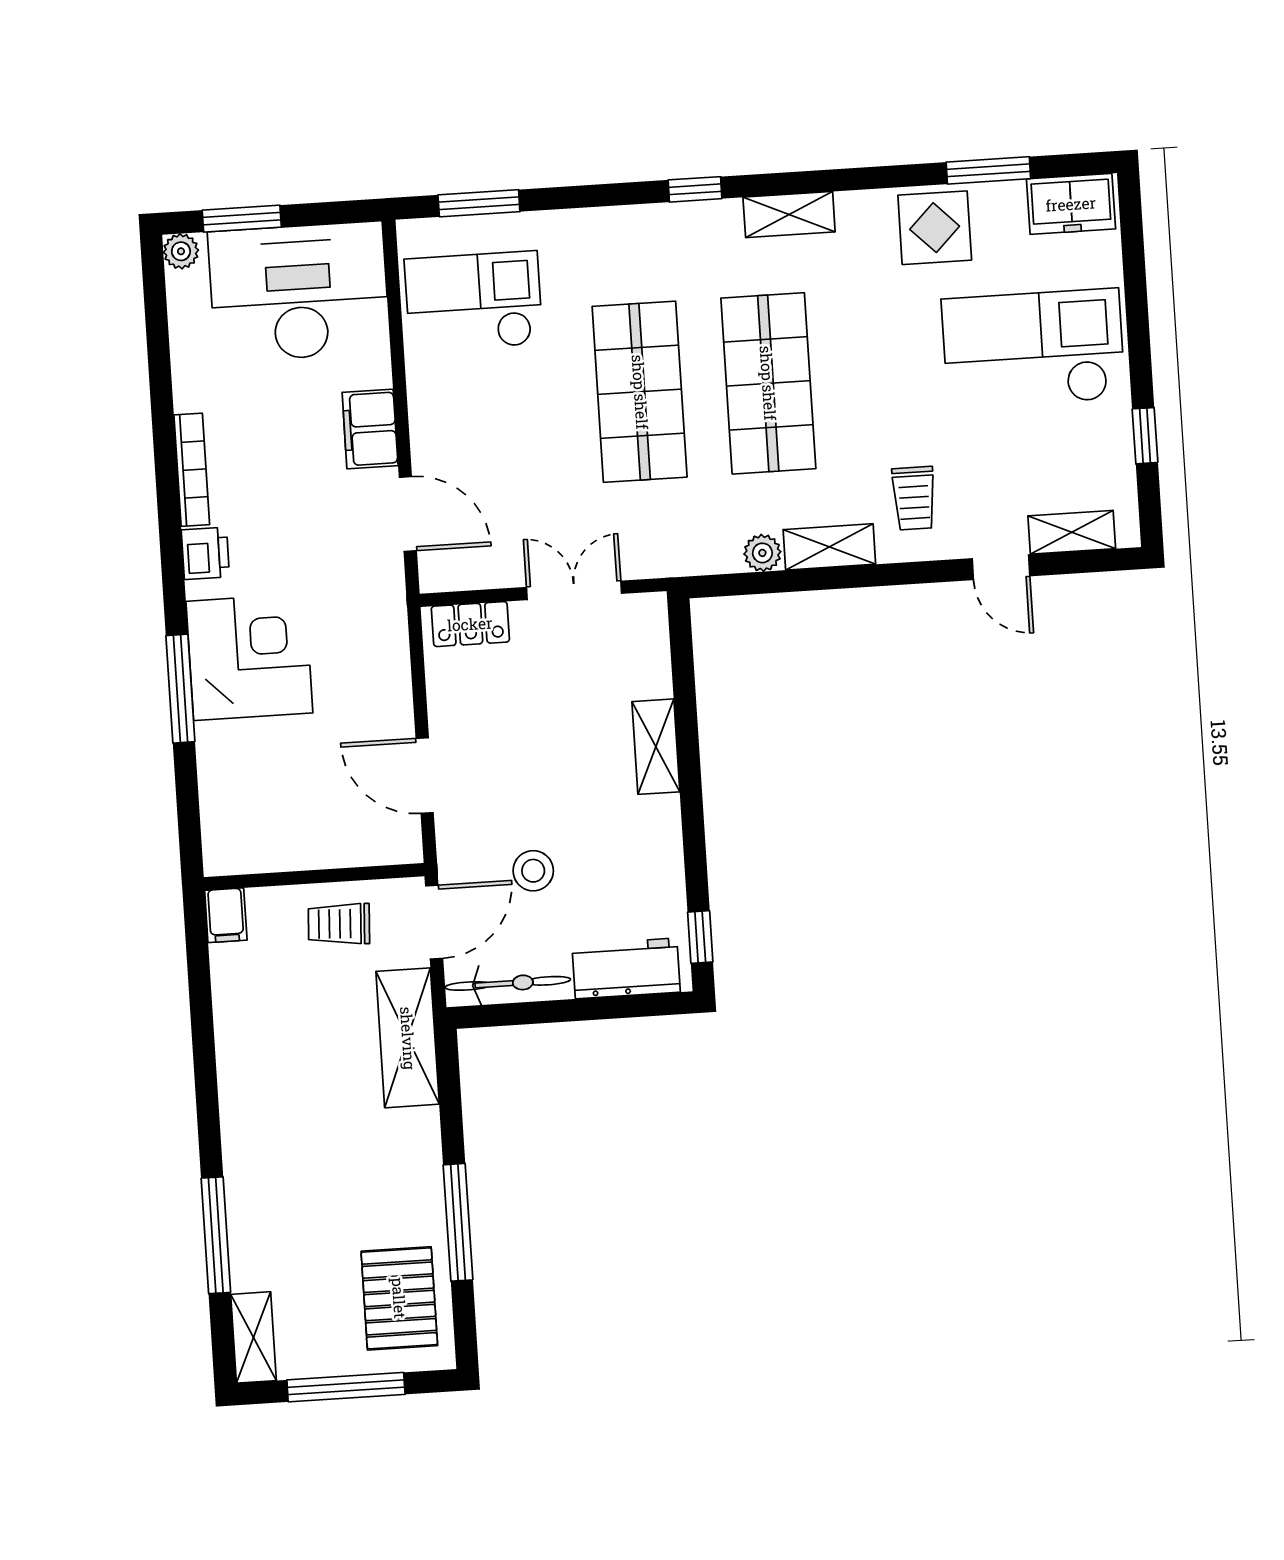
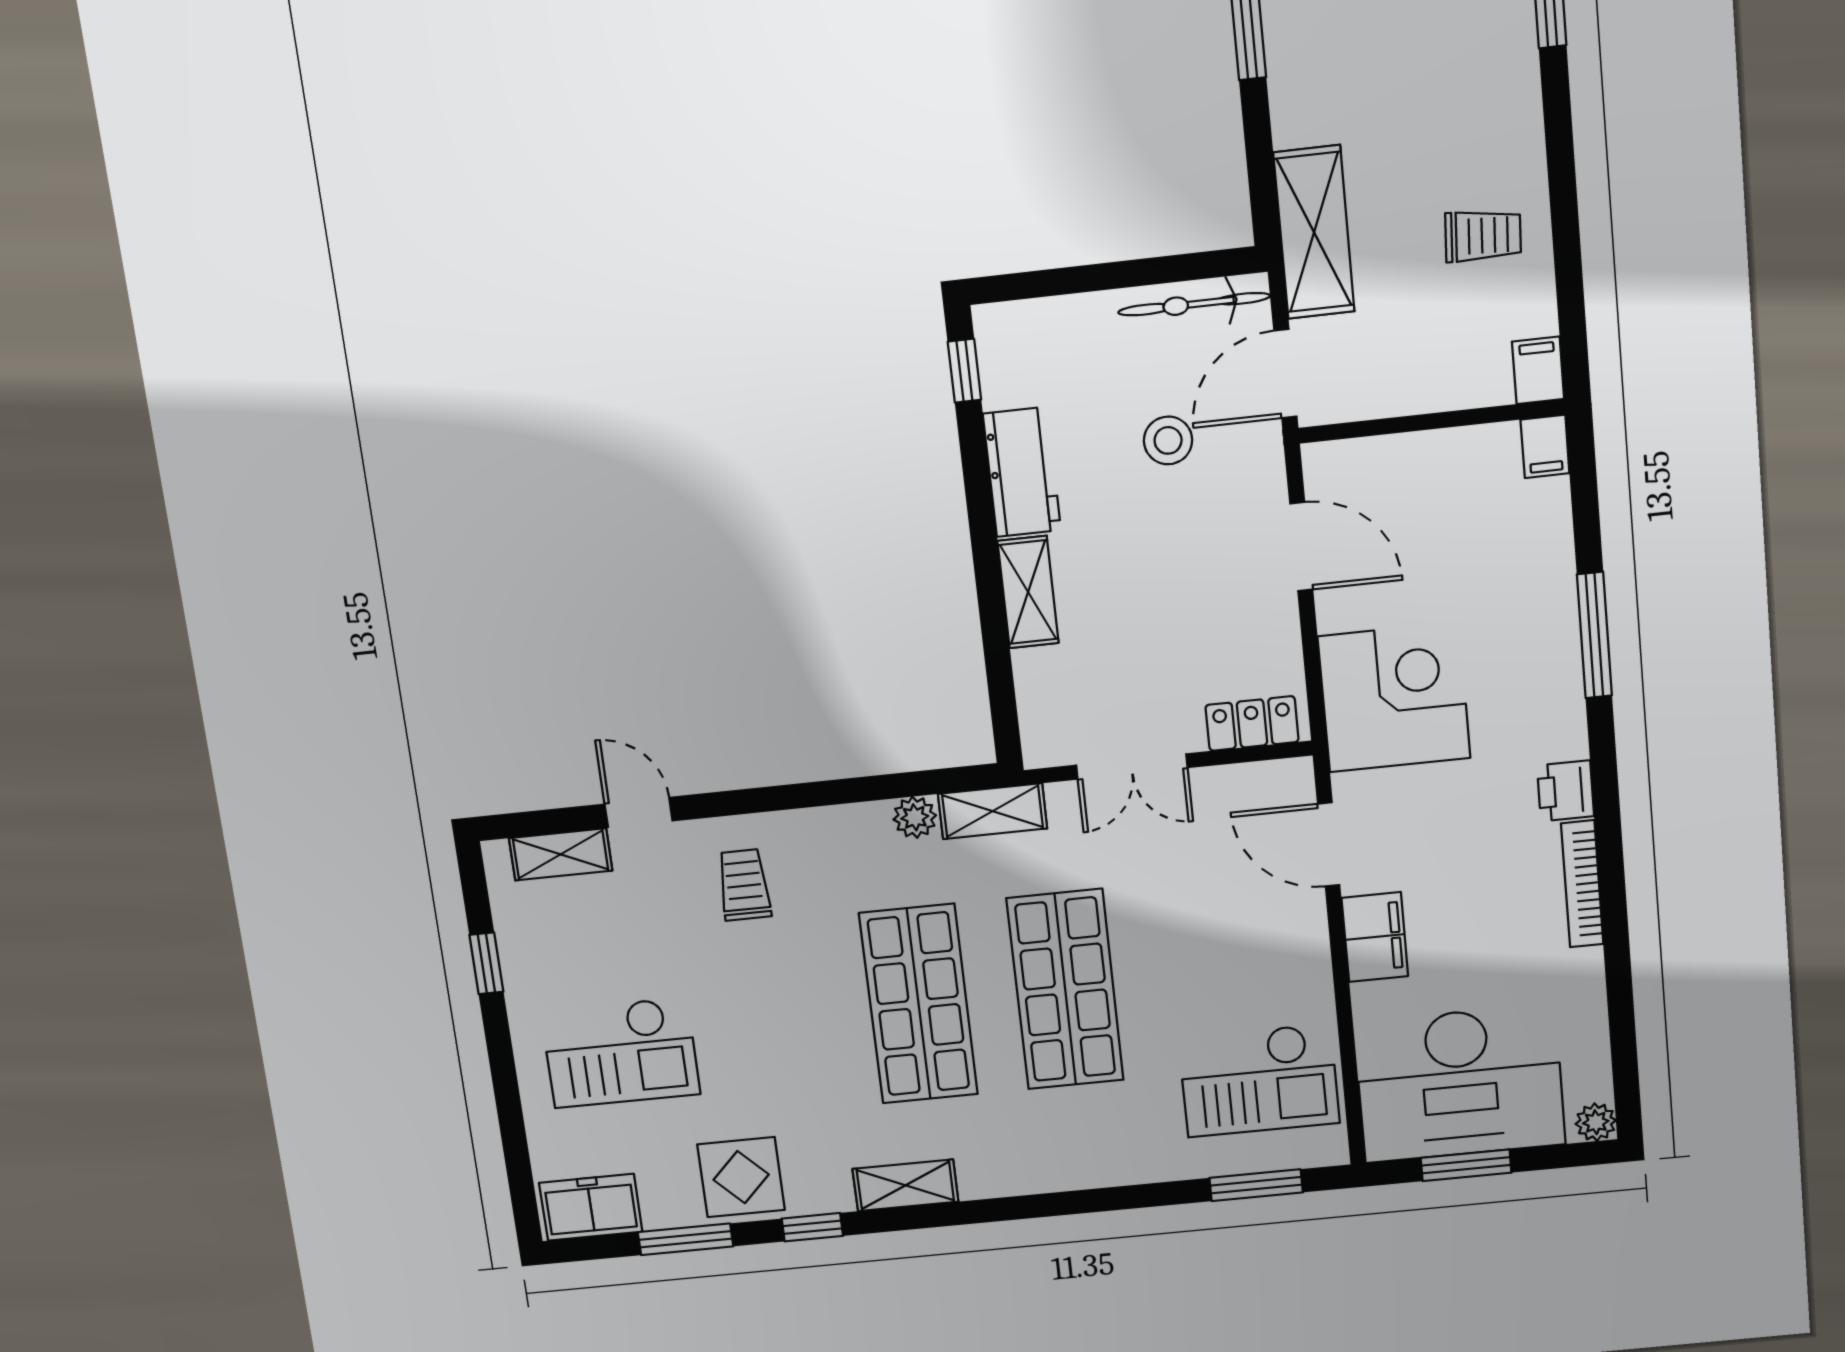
window: (695, 189) -> (812, 1227), moved
window: (242, 219) -> (1466, 1165), moved
checkout: (1033, 349) -> (621, 1052), width x0.73, depth x0.83
shelving: (829, 547) -> (993, 811), moved
corner desk: (249, 657) -> (1394, 697), moved, turned 180
filing cabinet: (221, 851) -> (1545, 446), added
trolley: (339, 924) -> (1483, 236), moved
workbench: (626, 968) -> (1022, 472), moved, turned -90

